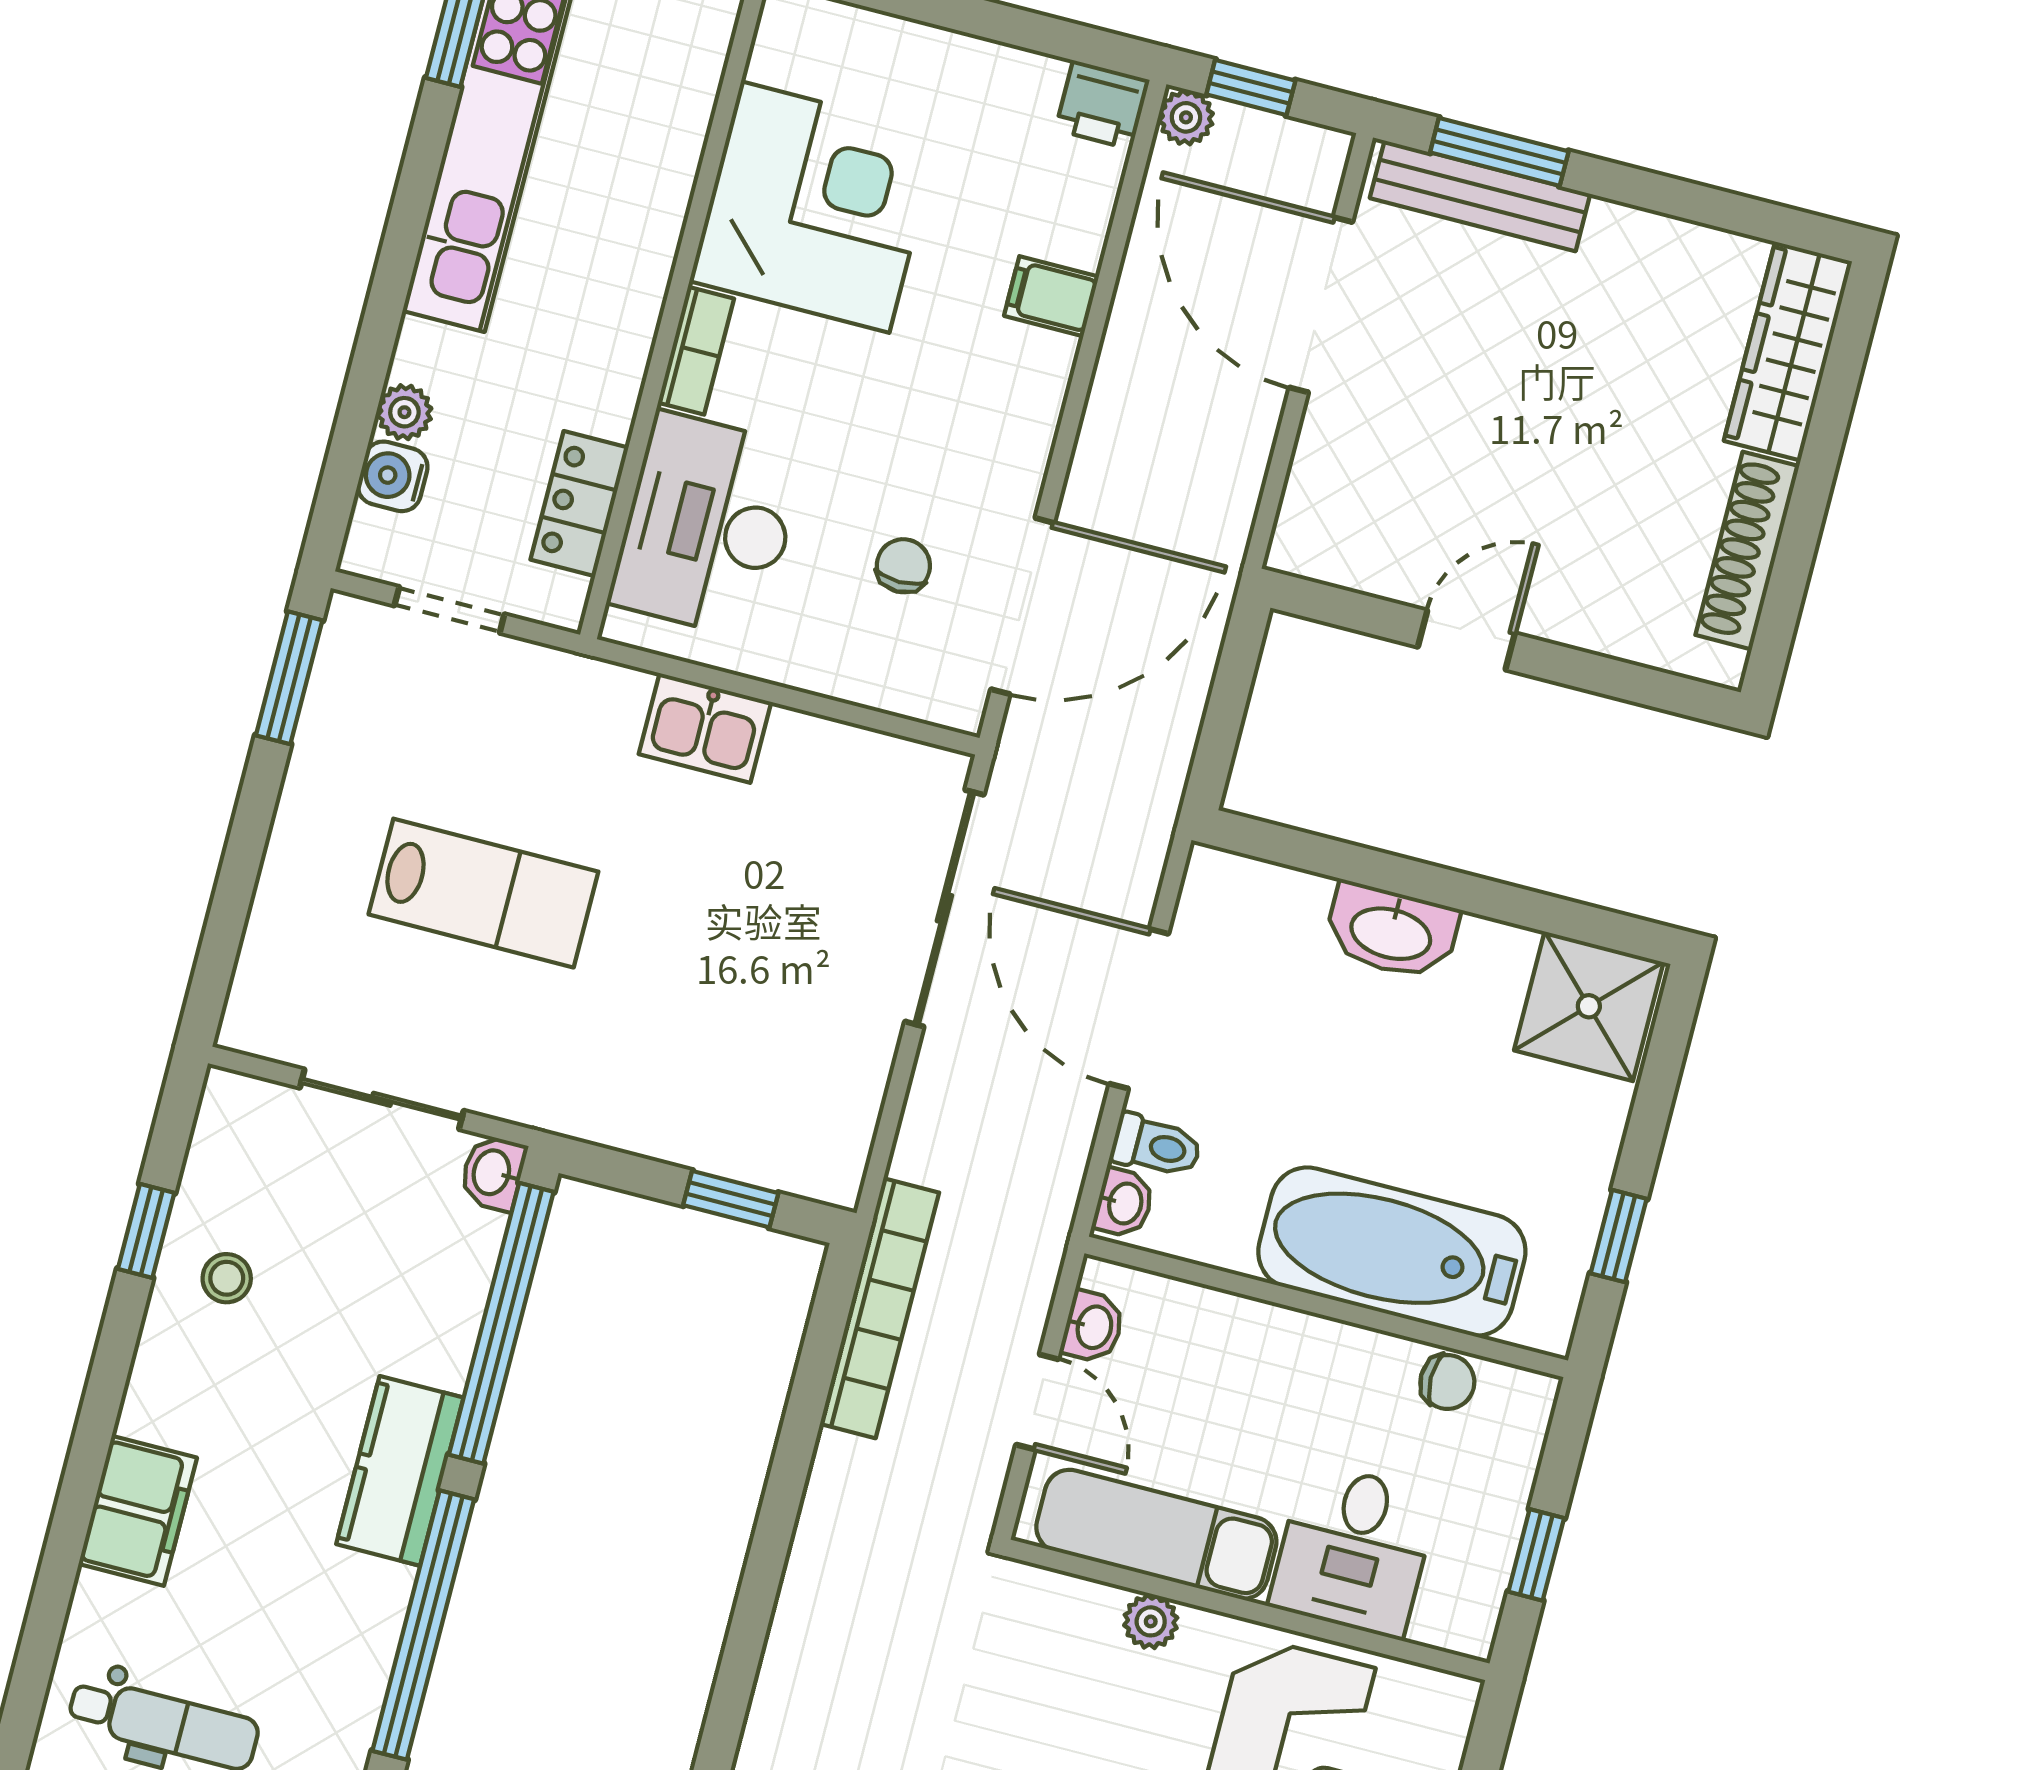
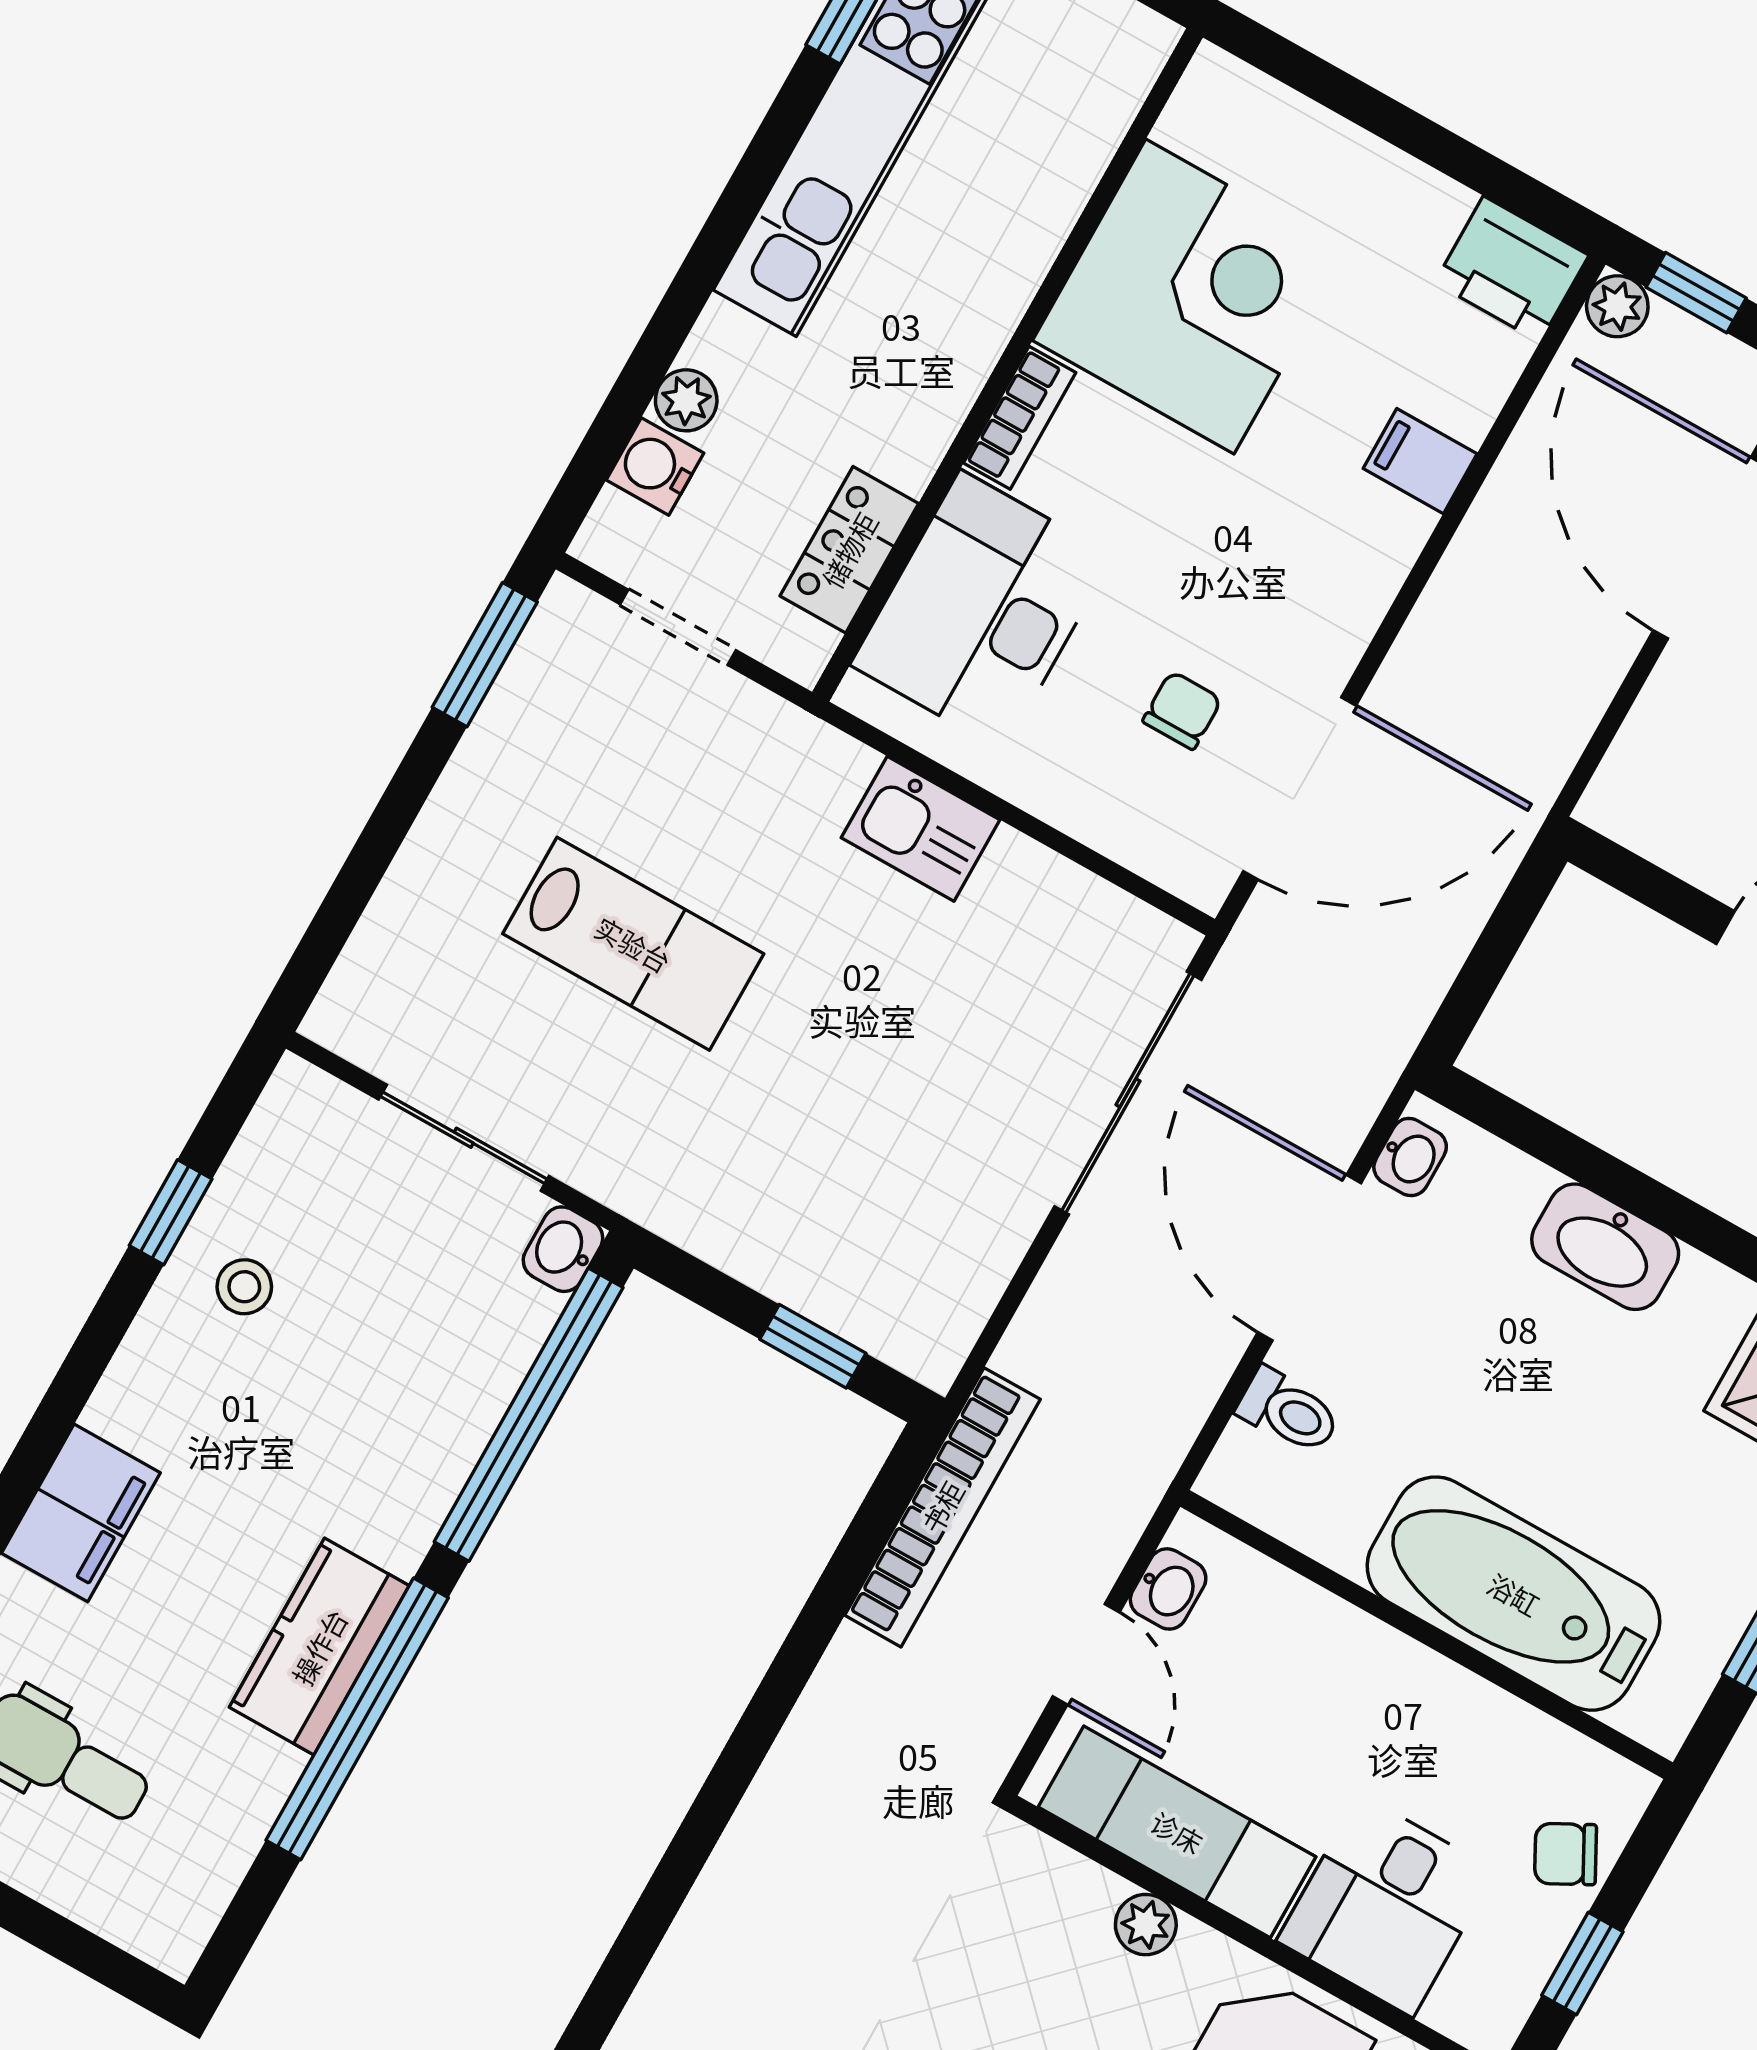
printer: (1102, 105) -> (1512, 269), width x1.36, depth x1.24
washbasin: (1124, 1203) -> (1410, 1157), moved
chair: (1447, 1382) -> (1566, 1854), moved, turned 152
kitchen counter: (400, 1471) -> (319, 1647), moved

